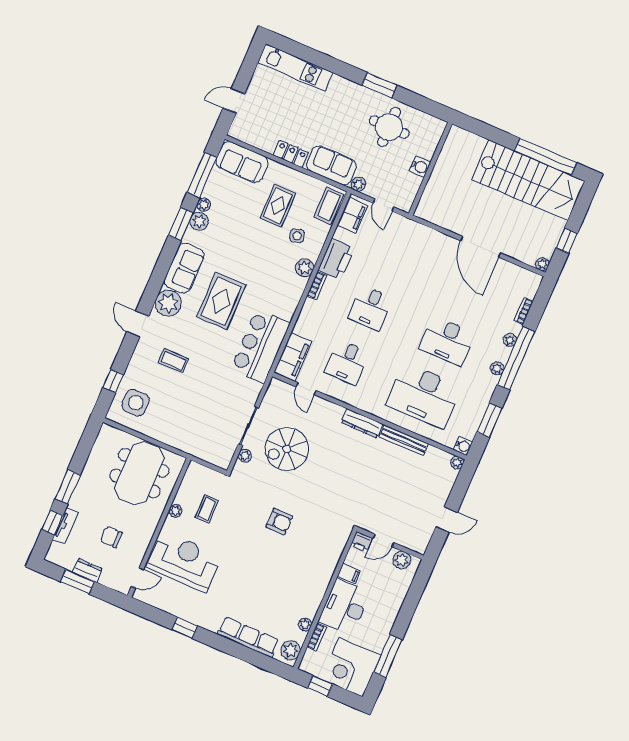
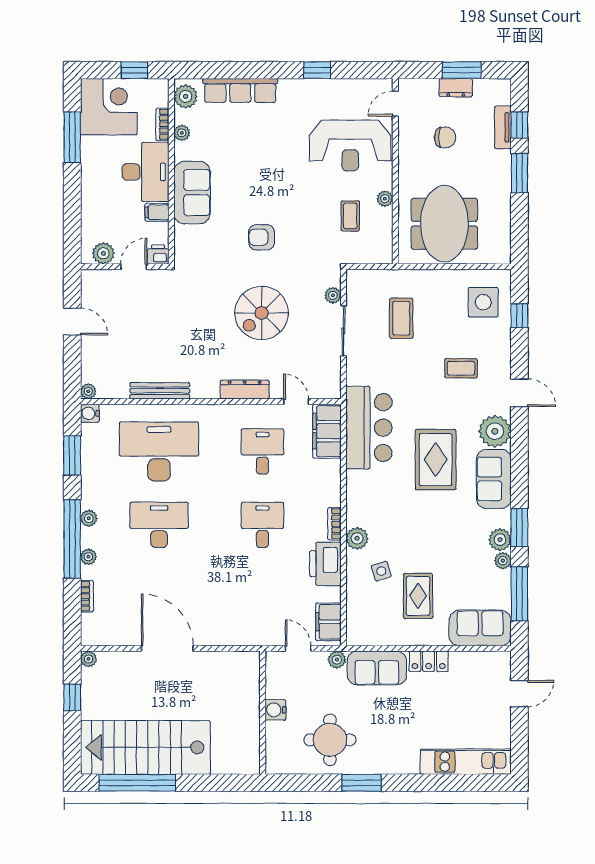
coffee table: (329, 206) -> (401, 318), moved
dresser: (362, 423) -> (245, 390), moved
spiral stairs: (287, 449) -> (262, 313), moved, turned 180
door: (447, 520) -> (72, 321), swing flipped
sofa: (317, 577) -> (192, 193), added

